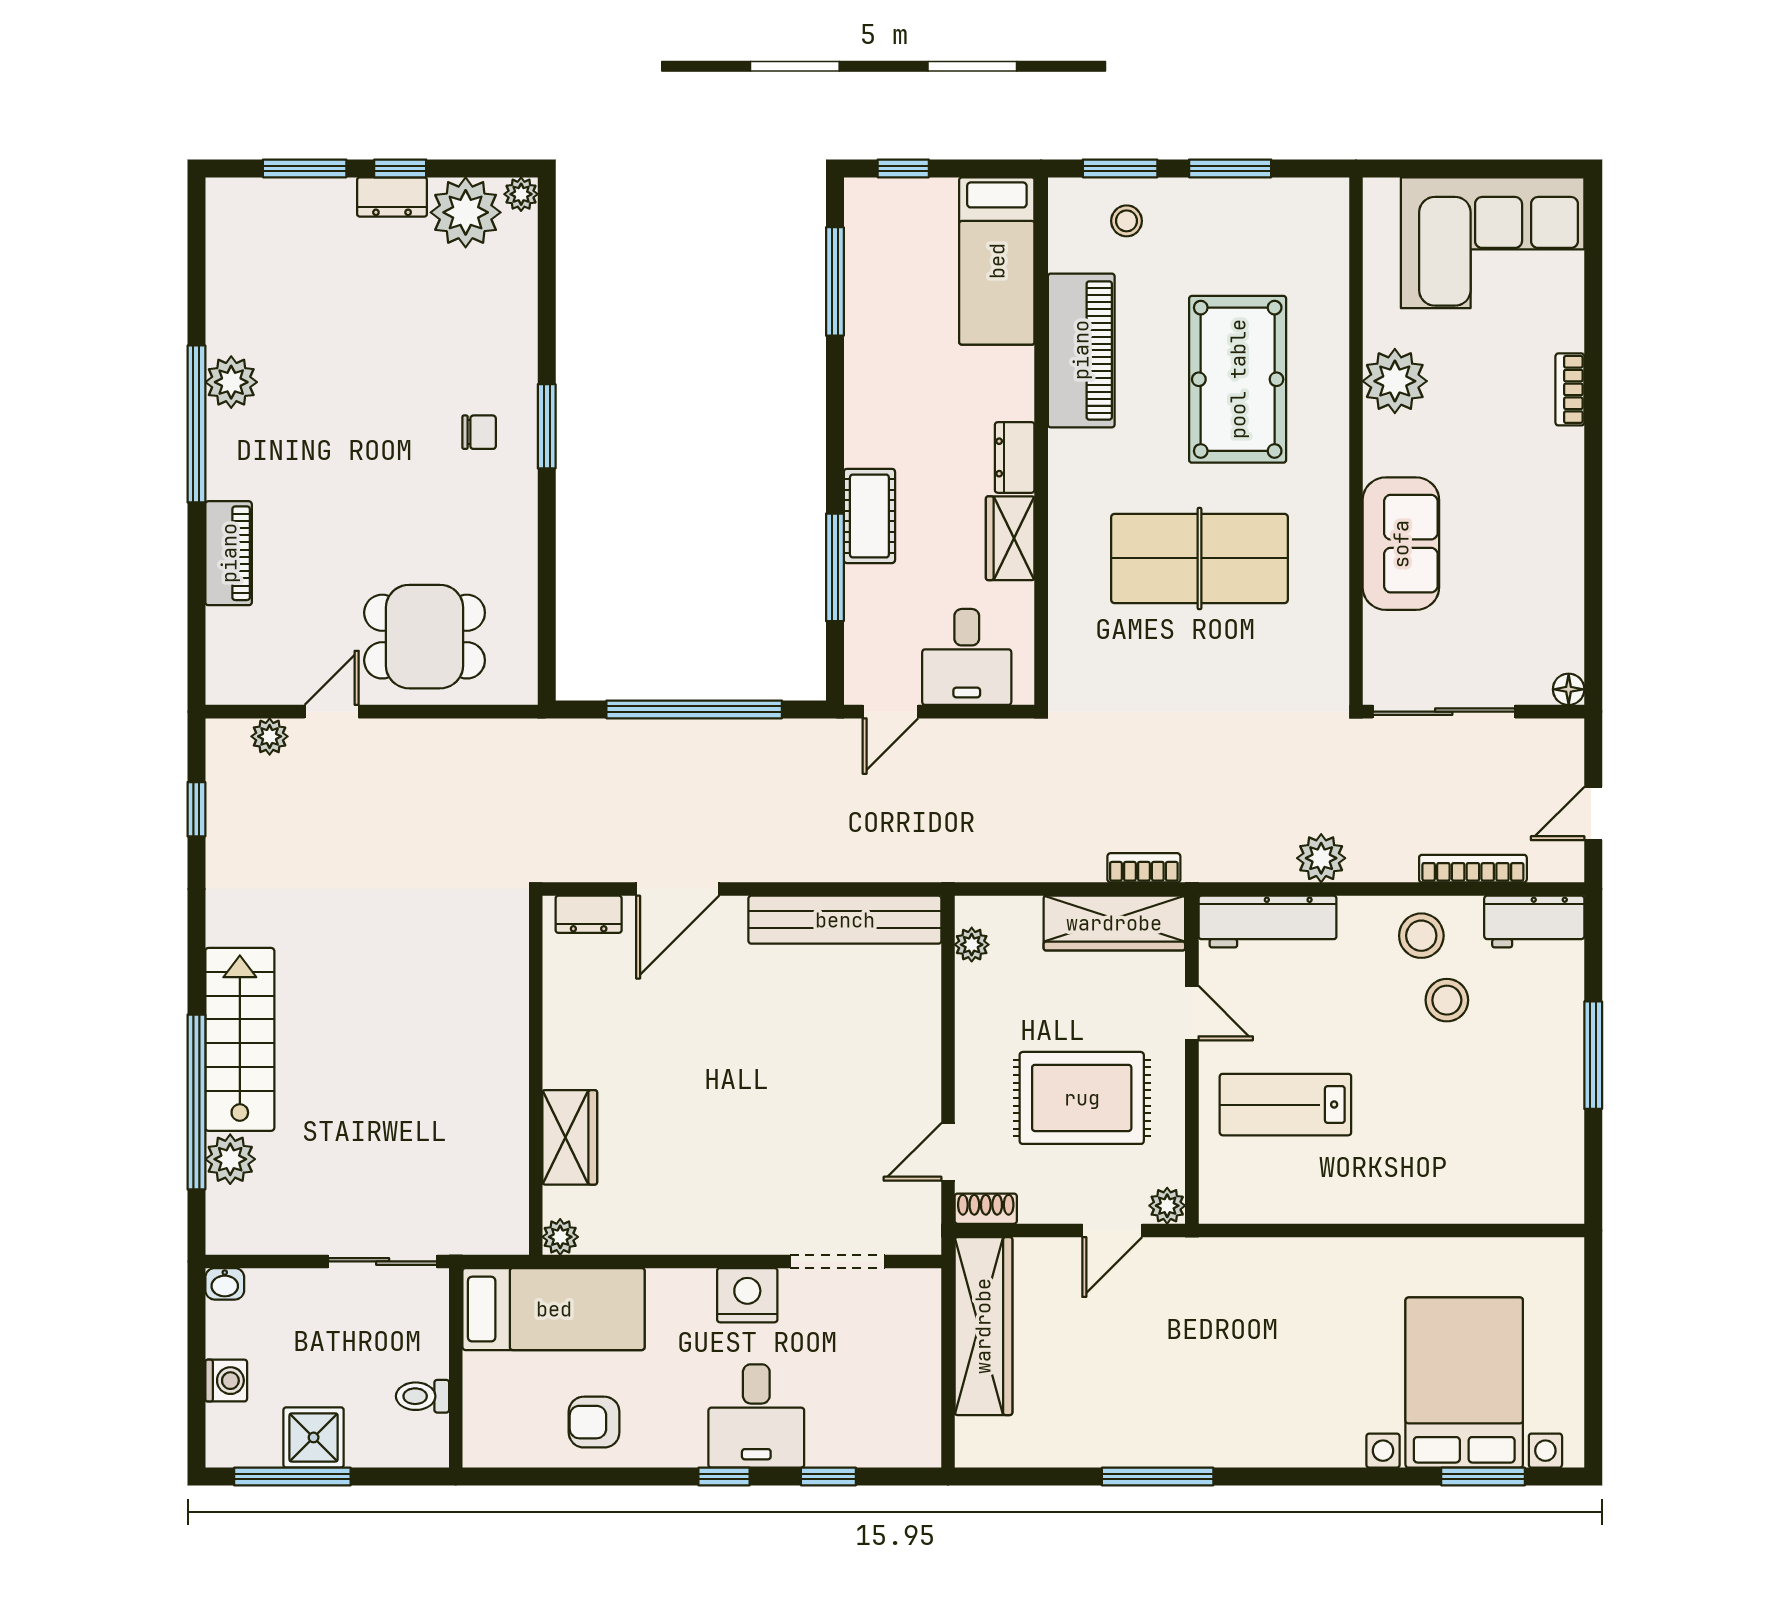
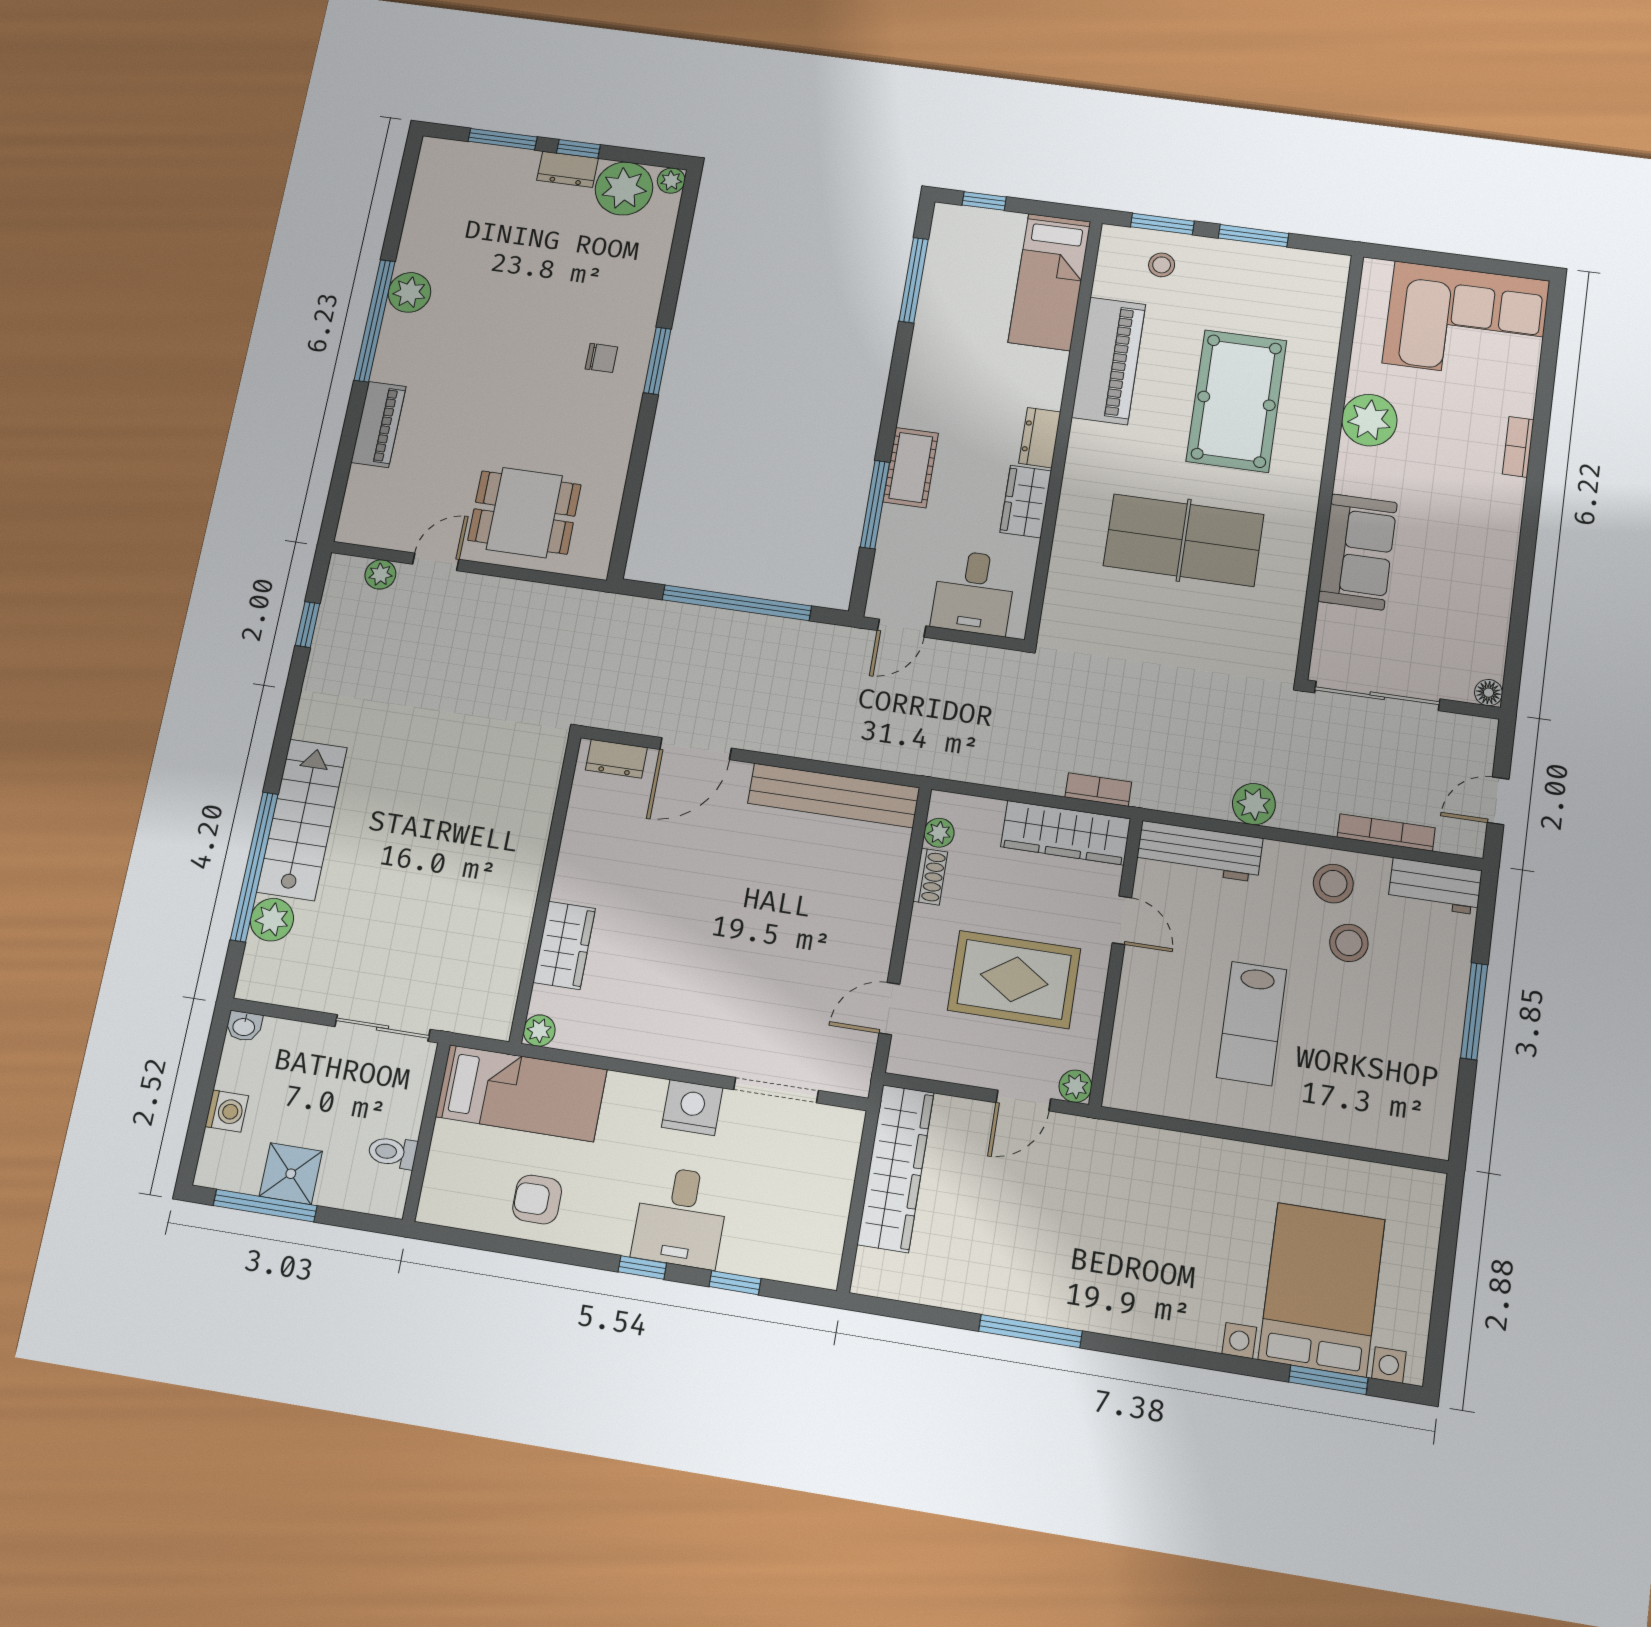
lab bench: (1285, 1105) -> (1252, 1023), moved, turned -90
shoe rack: (986, 1209) -> (930, 877), moved, turned 90

